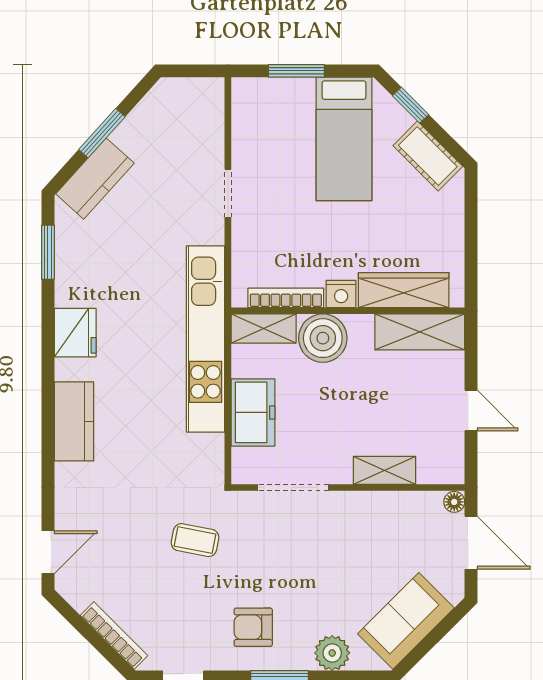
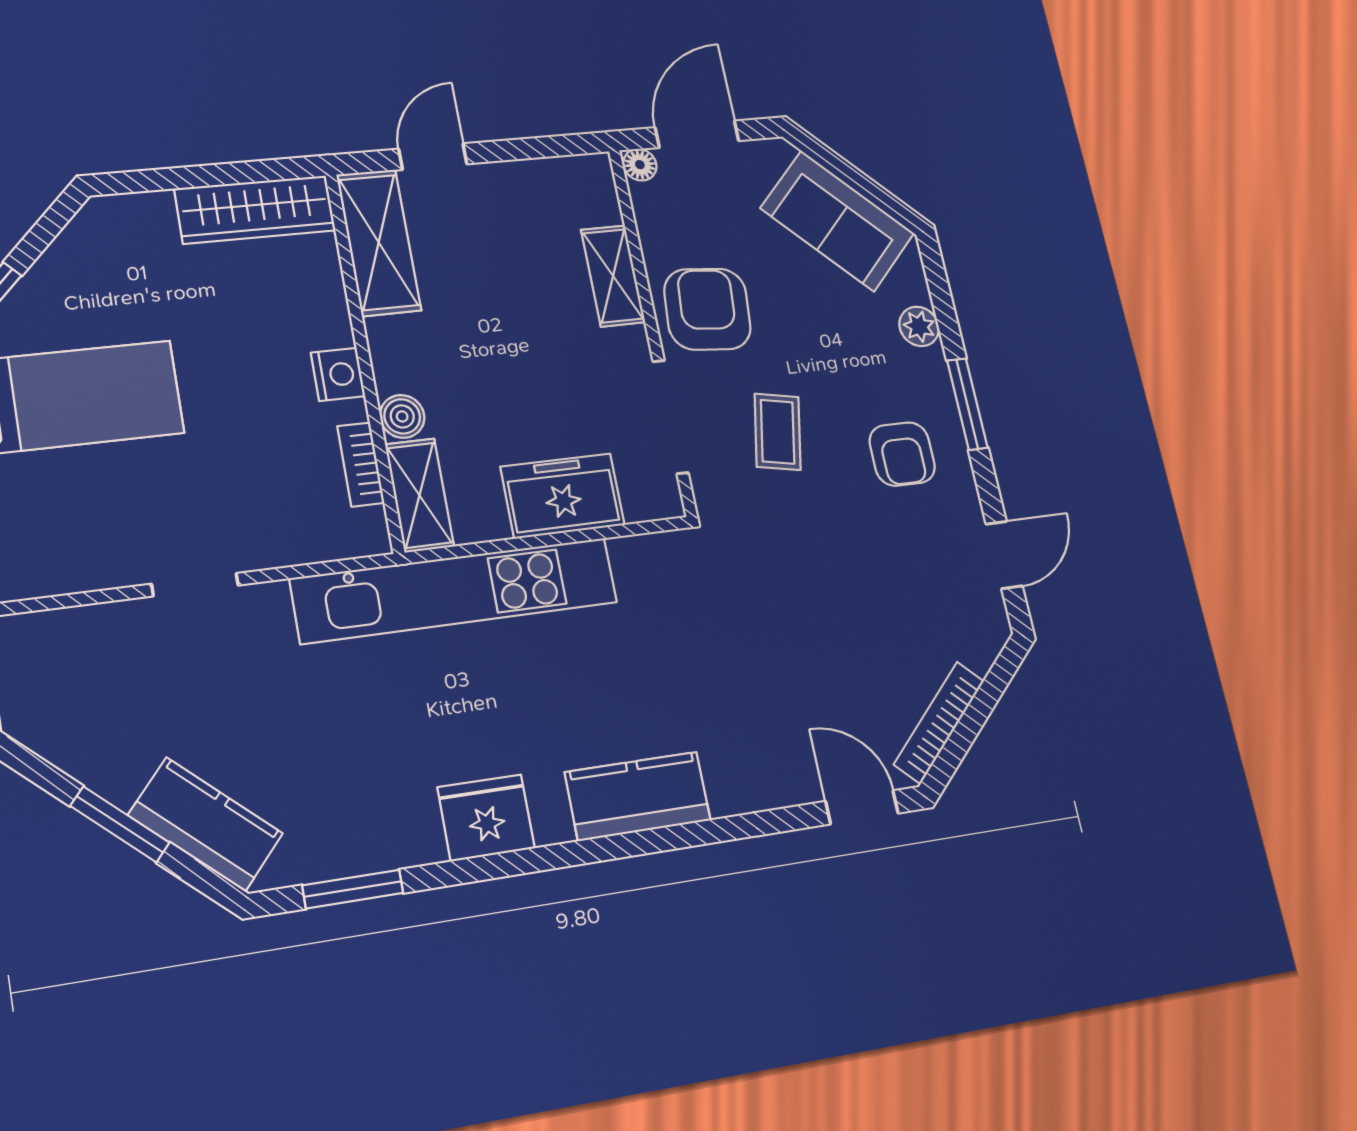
cot: (428, 156) -> (77, 257), removed
wardrobe: (404, 290) -> (255, 210), moved, turned -90
bookcase: (286, 298) -> (361, 464), width x0.64
boiler: (323, 338) -> (402, 416), width x0.54, depth x0.54
door: (471, 410) -> (433, 157), moved
armchair: (357, 525) -> (707, 309), added
coffee table: (195, 540) -> (778, 432), moved
bookcase: (114, 635) -> (939, 723), moved
plant: (332, 653) -> (919, 326), width x0.73, depth x0.73

